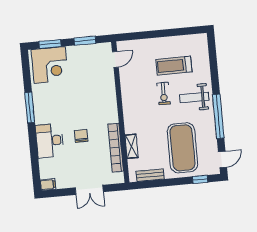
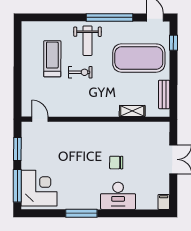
window: (50, 44) -> (17, 186), width x1.44
treadmill: (174, 66) -> (52, 59), turned 180
bookcase: (116, 148) -> (132, 128), removed

